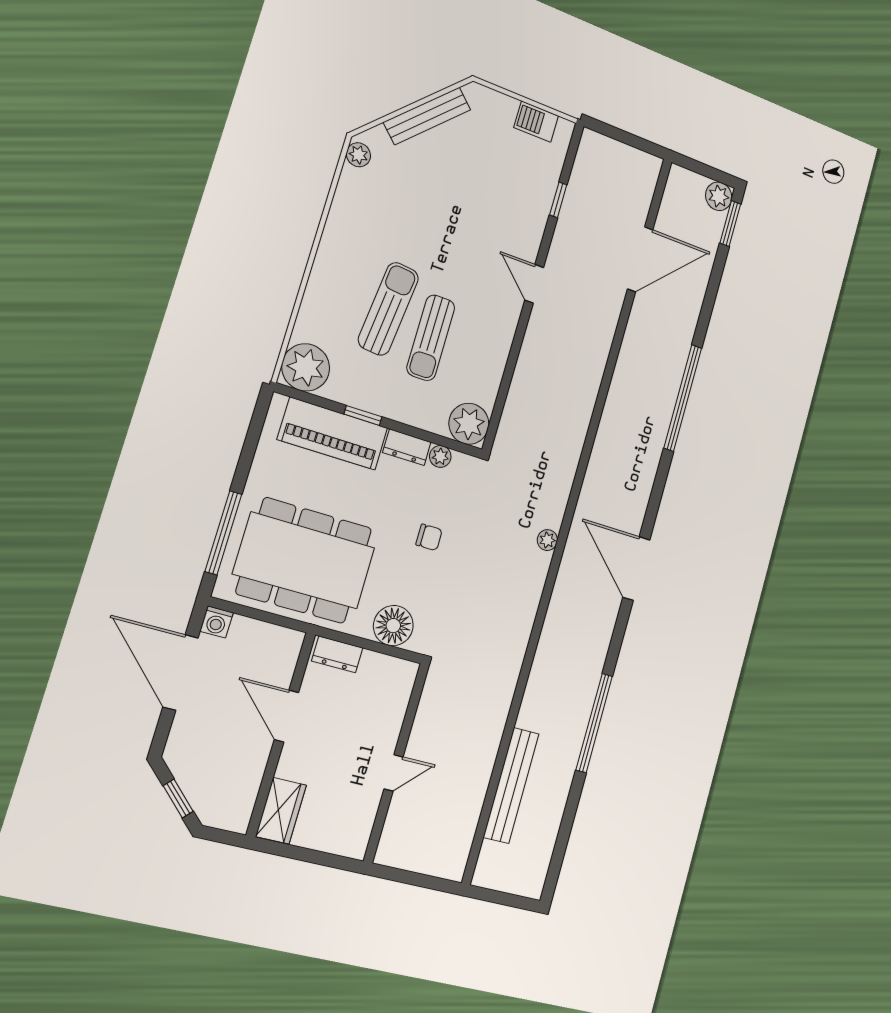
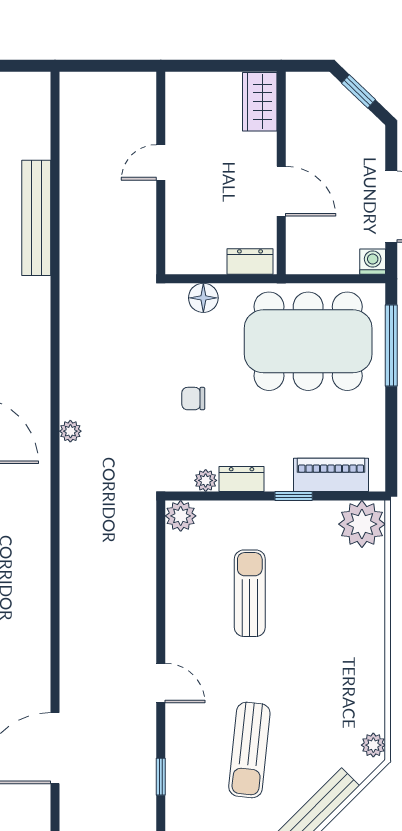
sun lounger: (388, 309) -> (249, 750), moved
plant: (469, 424) -> (181, 516), width x0.73, depth x0.73
piano: (333, 434) -> (331, 475), width x0.73, depth x0.75
floor lamp: (393, 626) -> (203, 298), width x0.73, depth x0.73
bench: (511, 785) -> (36, 218), moved

